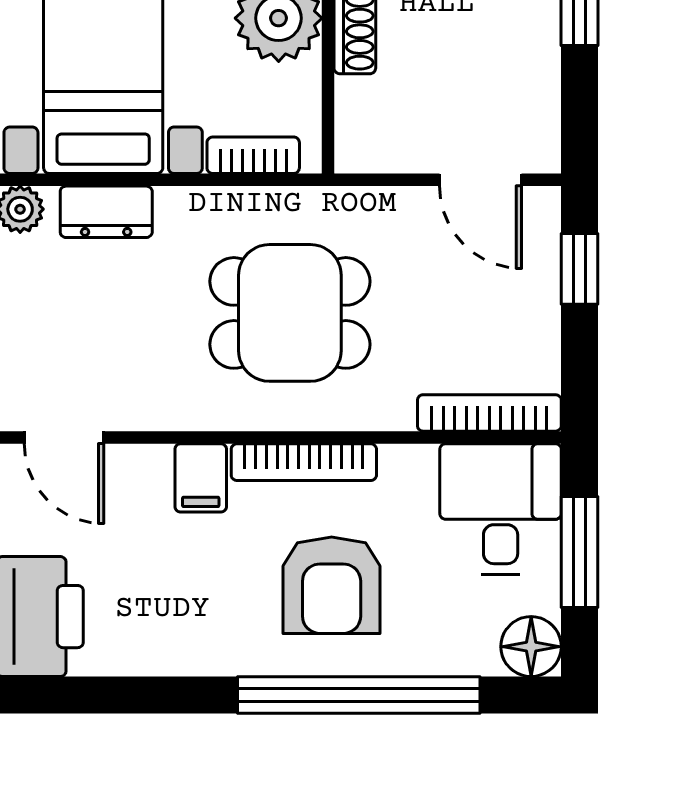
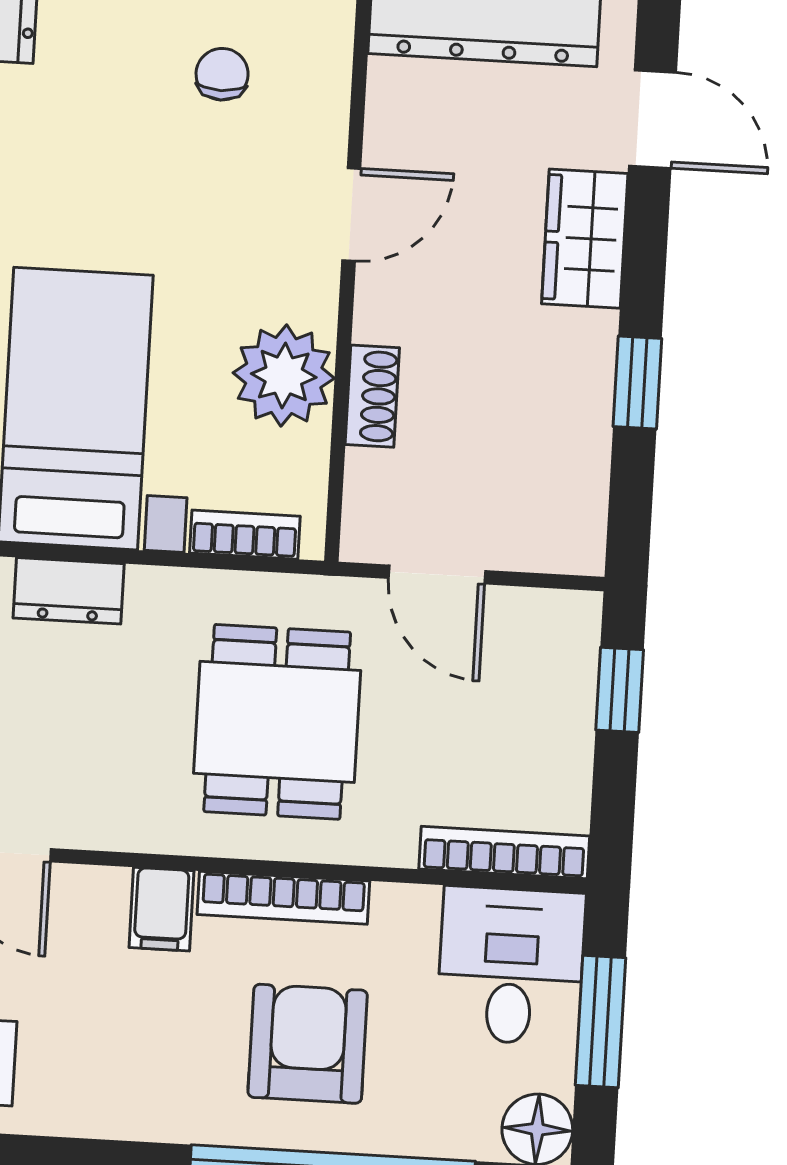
door: (480, 180) -> (437, 575), moved
dining table: (290, 313) -> (277, 722), turned 90
armchair: (332, 585) -> (308, 1044), turned 180

